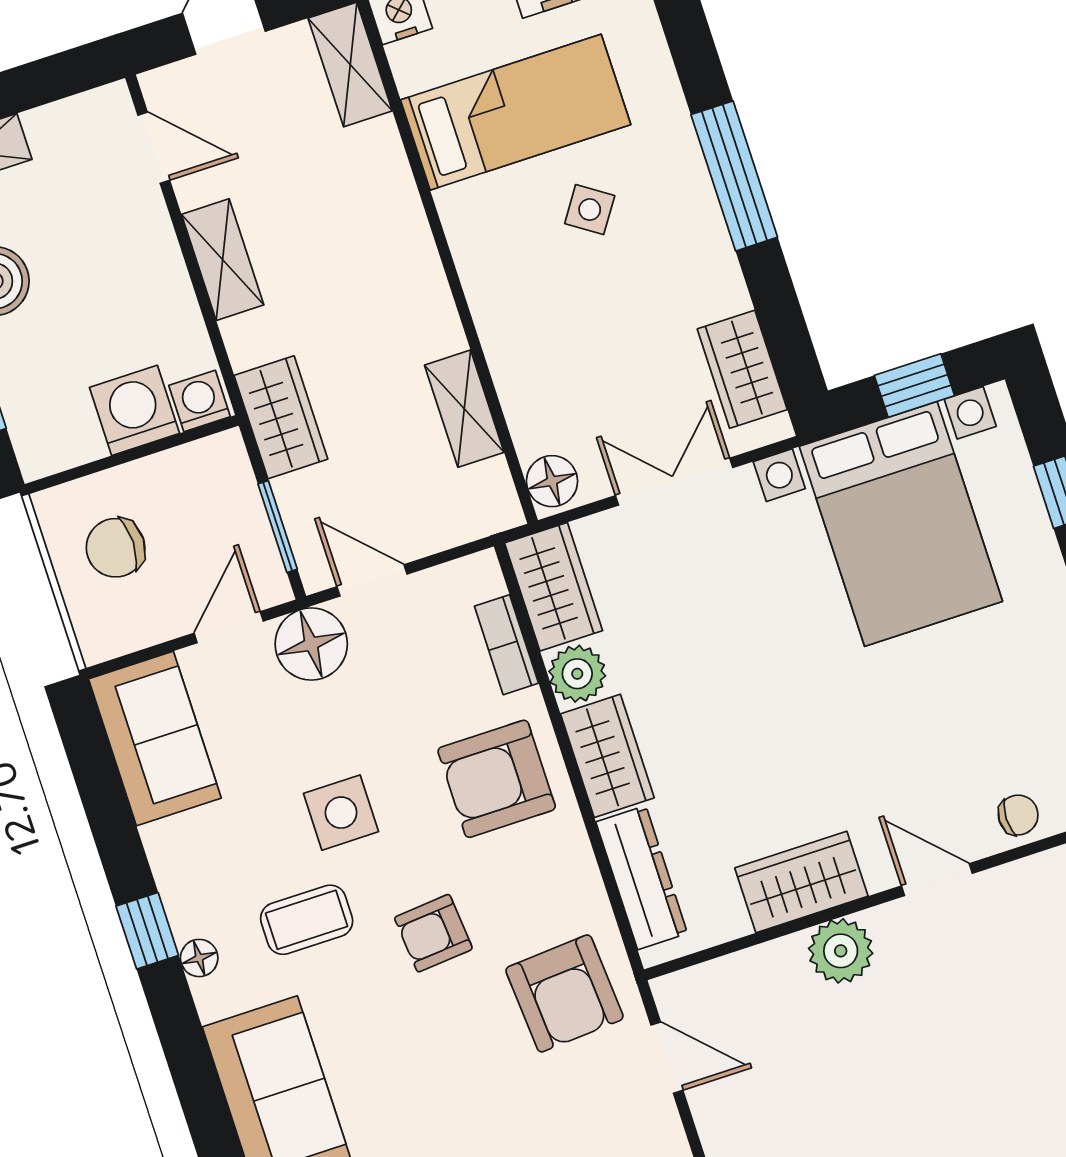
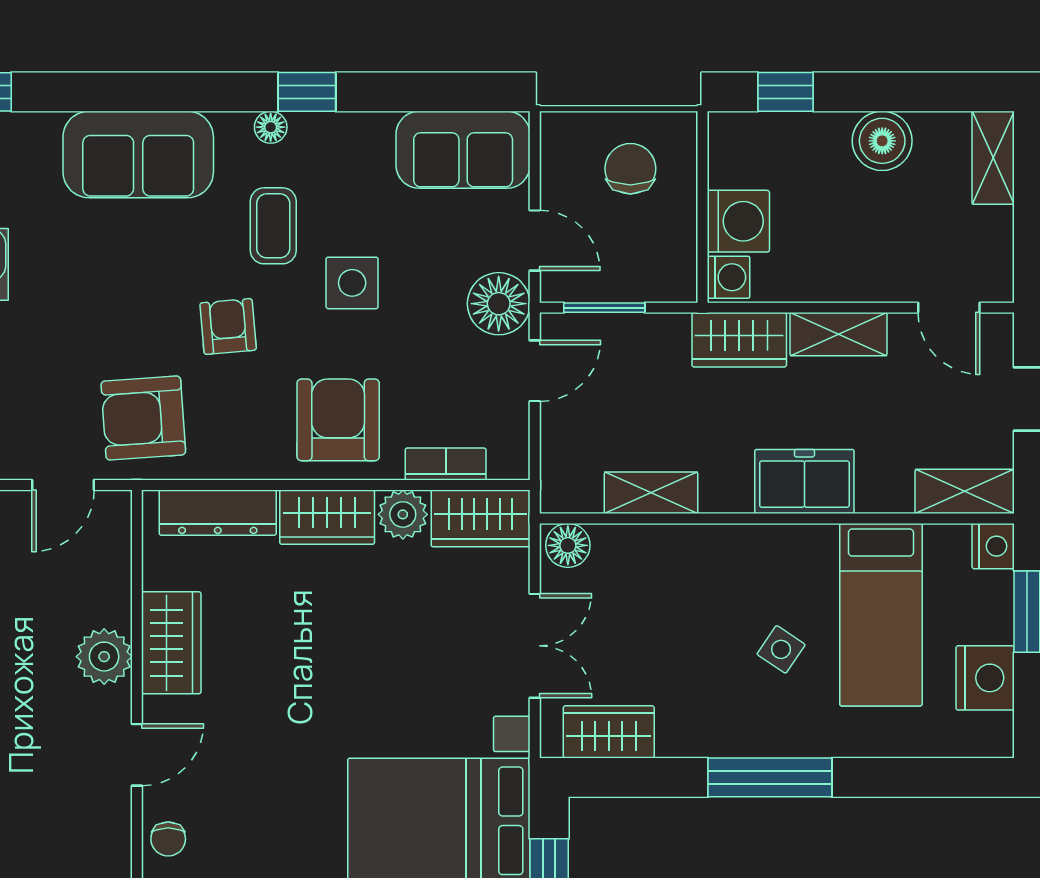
door: (154, 148) -> (949, 308), hinge flipped
freezer: (397, 244) -> (804, 482), added
wardrobe: (281, 417) -> (739, 340), moved

